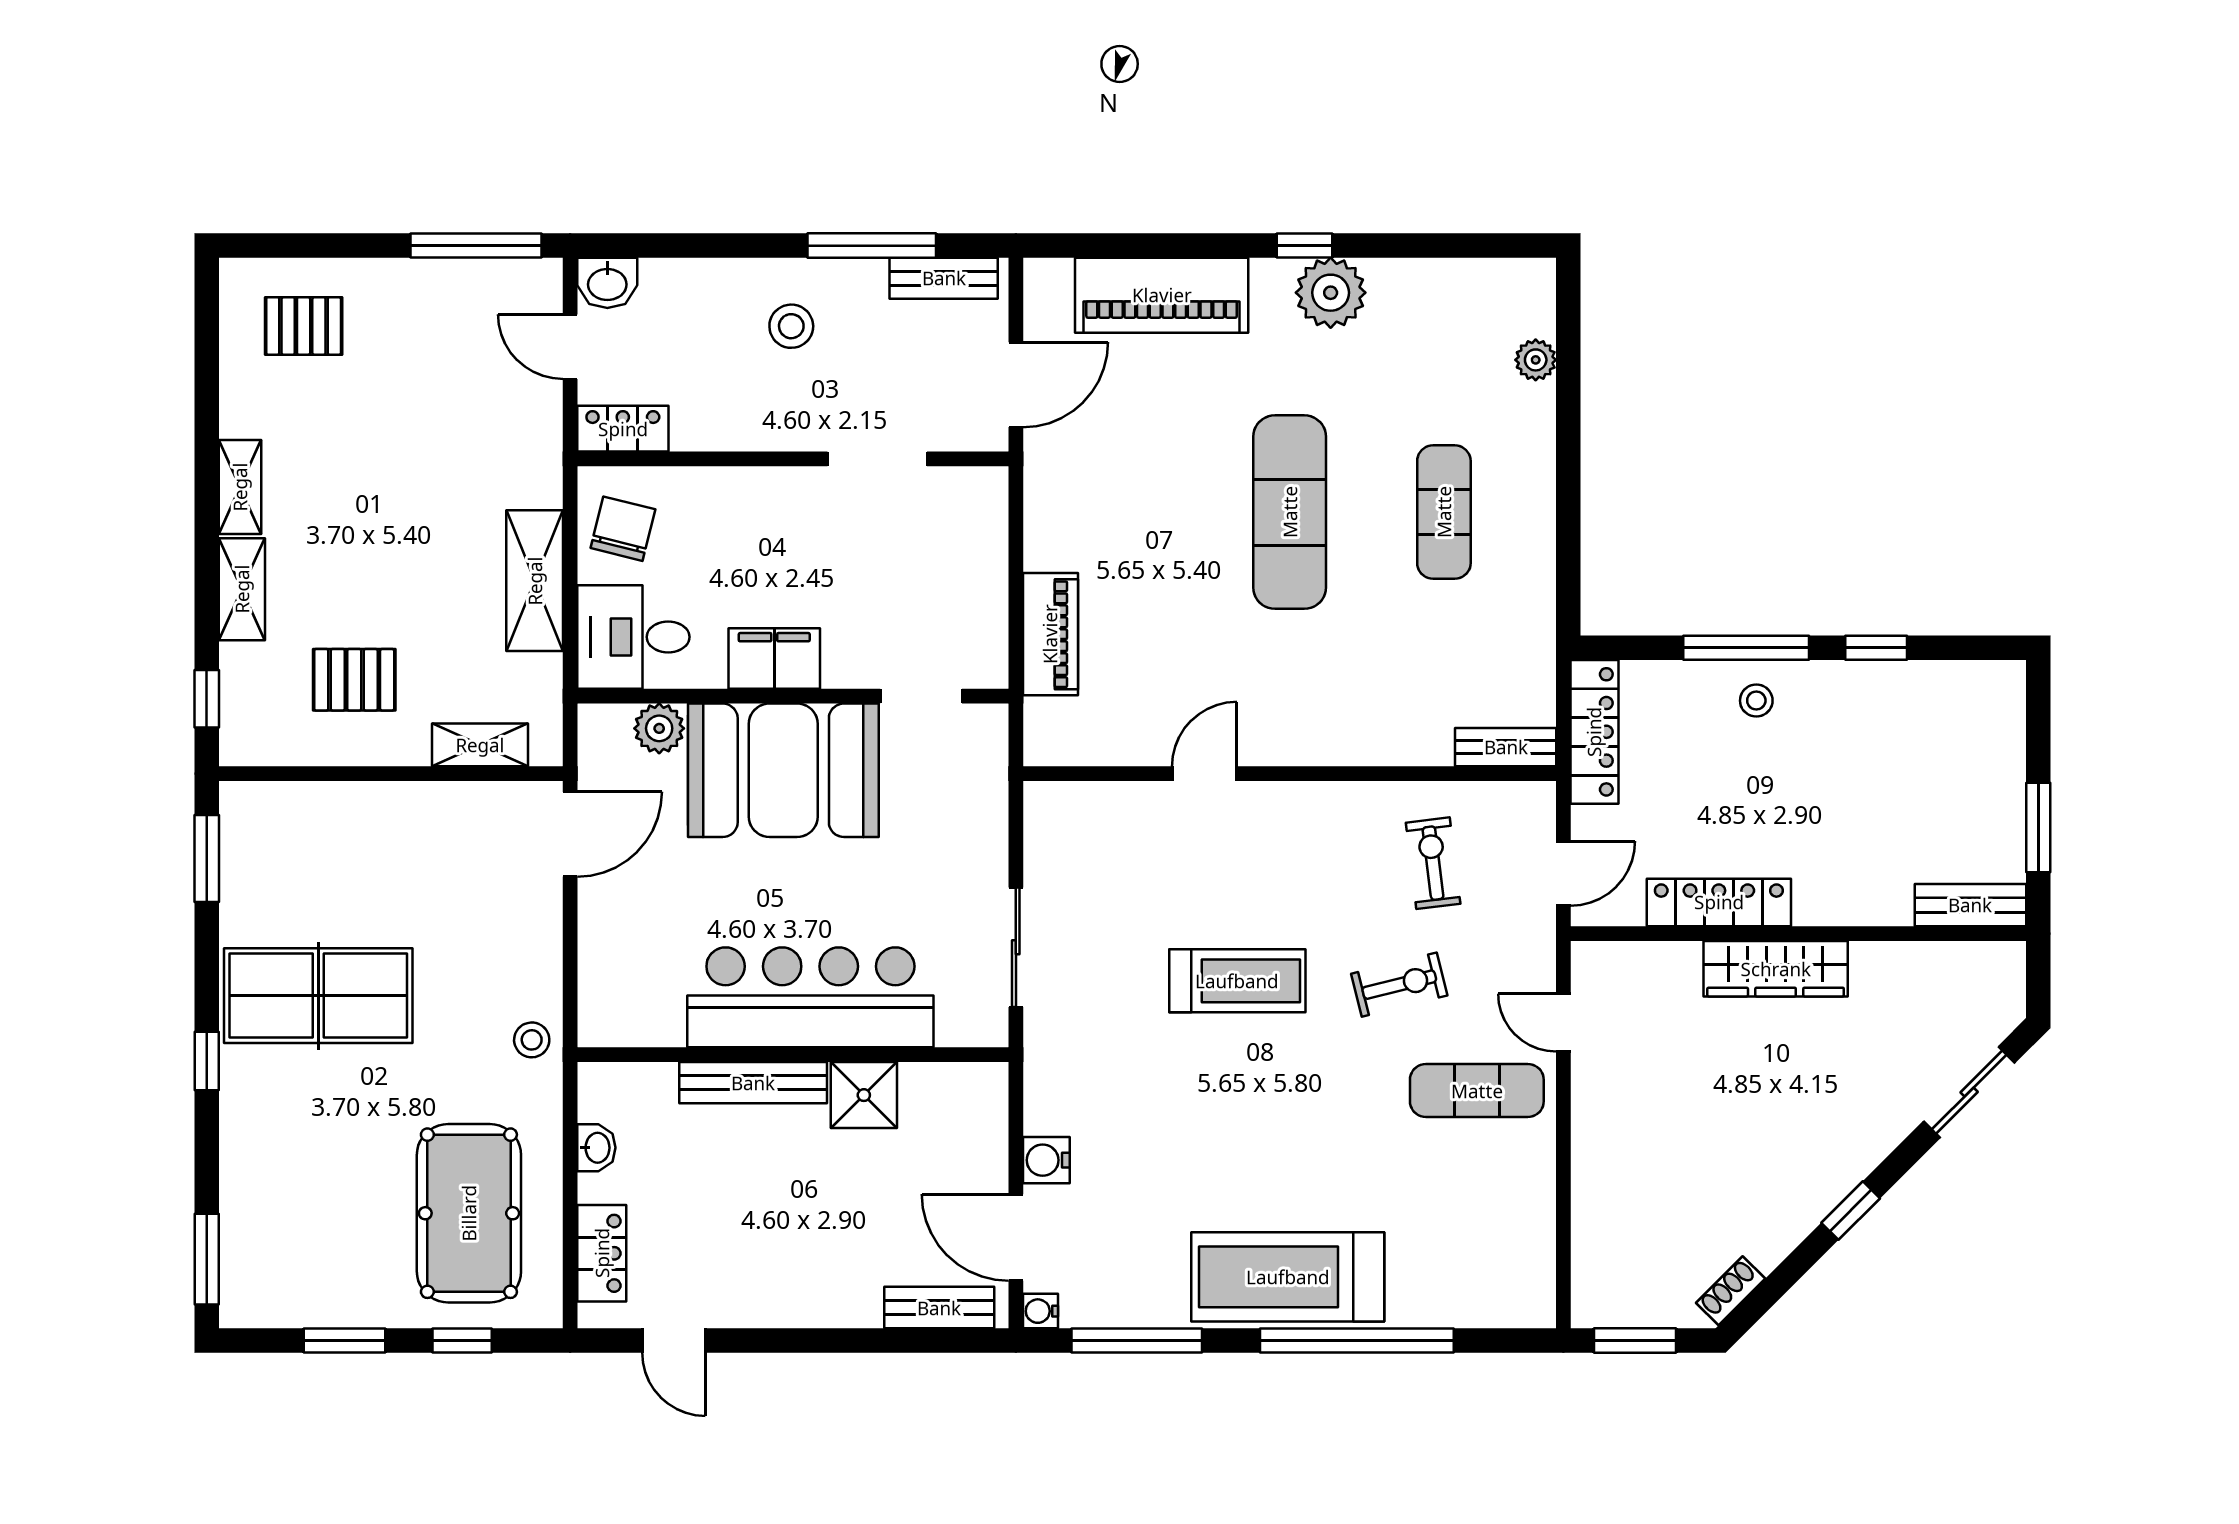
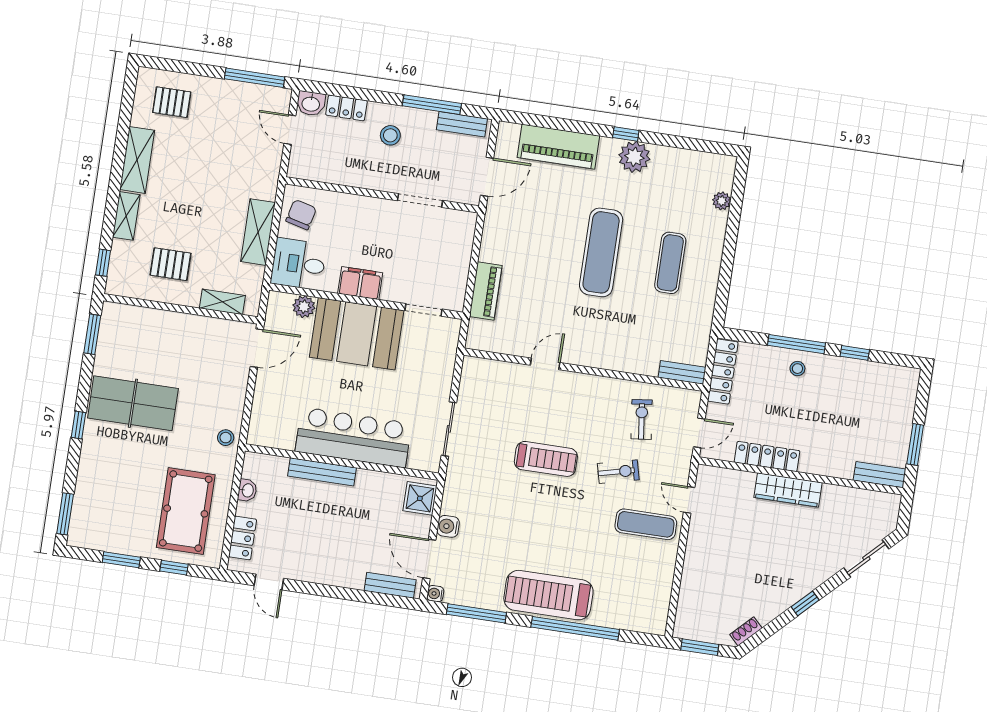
locker: (623, 429) -> (346, 108), moved, turned 180
shelving: (240, 487) -> (137, 160), width x1.50, depth x1.33
shower: (864, 1095) -> (420, 498), moved

